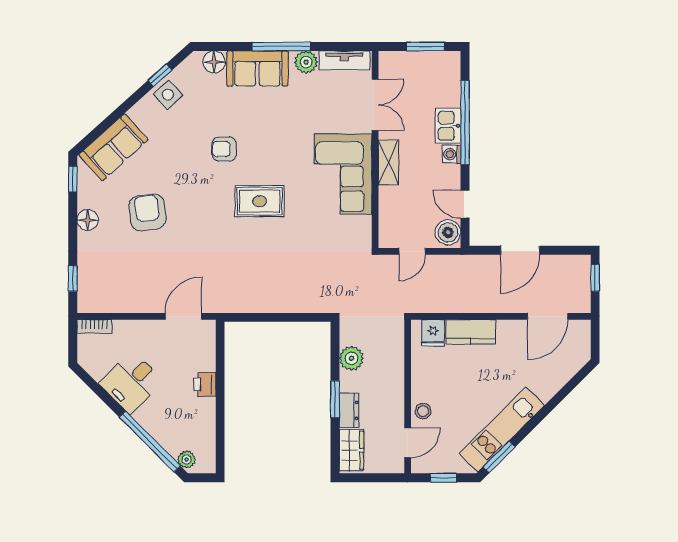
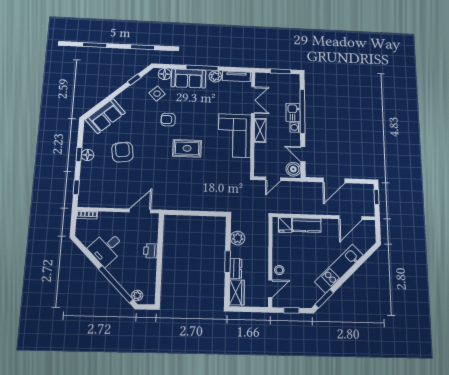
side table: (168, 95) -> (157, 94), moved
window: (73, 179) -> (79, 155), moved
kitchen unit: (502, 429) -> (339, 268), moved

